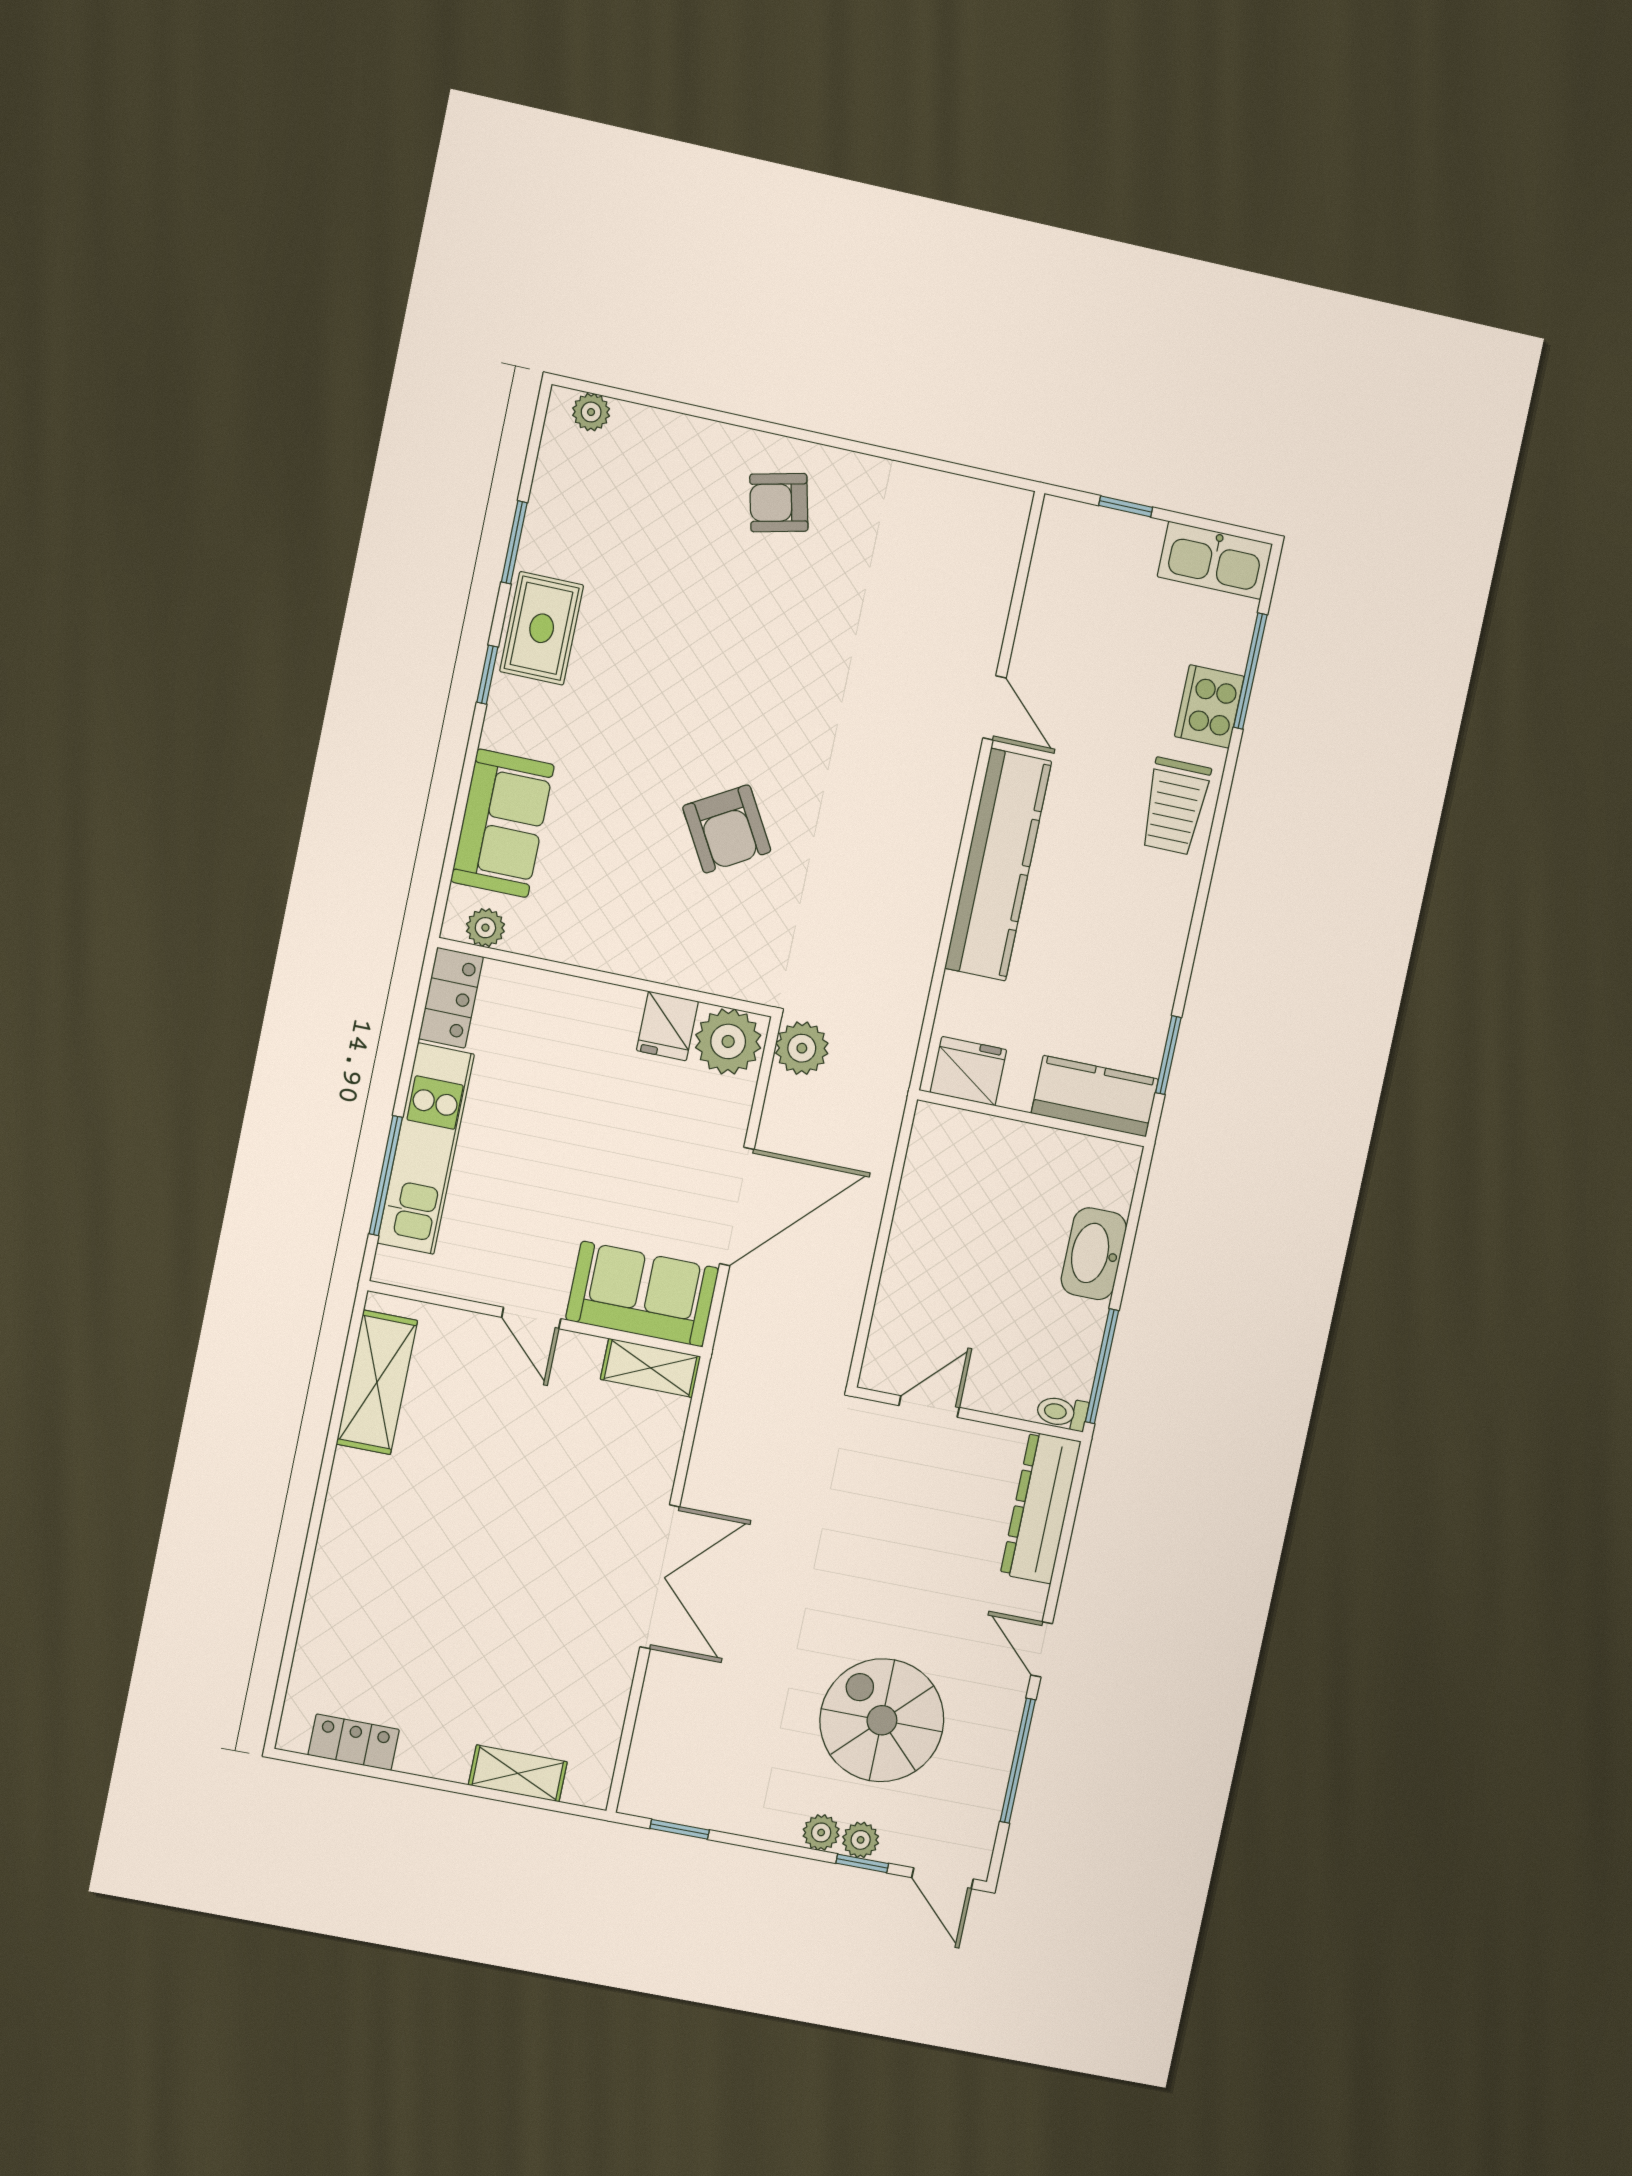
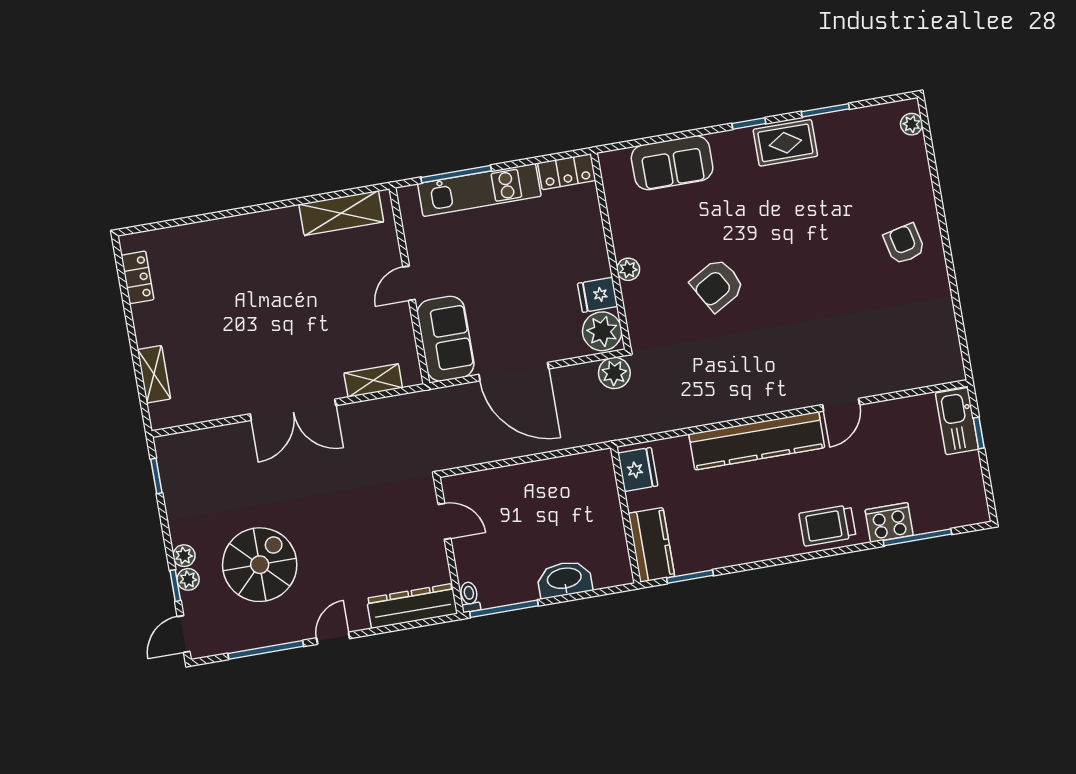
kitchen sink: (1215, 560) -> (957, 421), moved
plant: (485, 928) -> (628, 269), moved
shelving: (651, 1368) -> (373, 380), moved, turned 90

